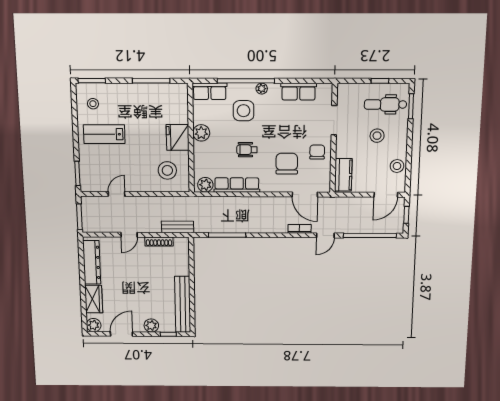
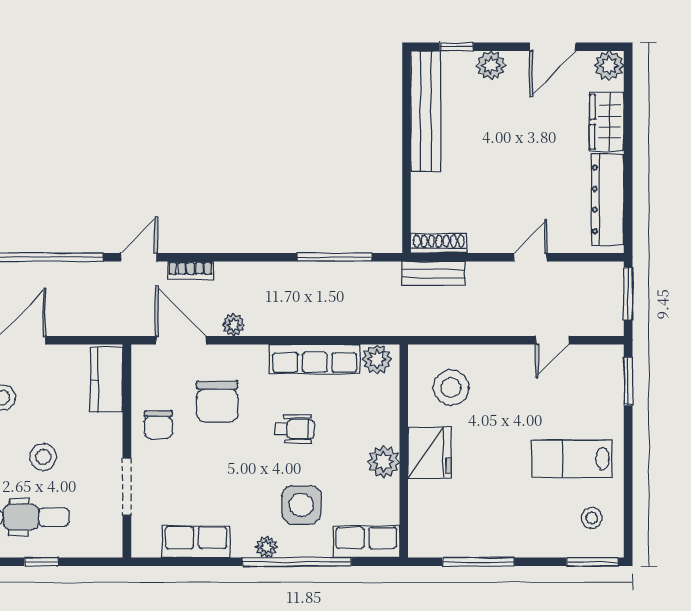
lab bench: (104, 134) -> (572, 459), turned 180
plant: (278, 202) -> (233, 325), added
shoe rack: (159, 241) -> (439, 243), moved

